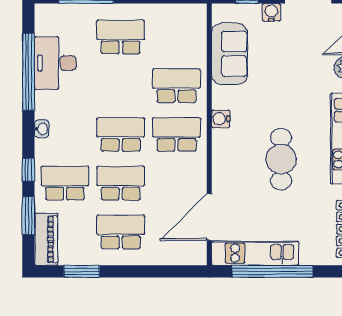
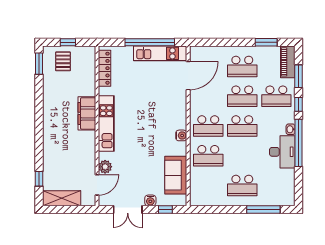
desk: (55, 63) -> (282, 152), moved
window: (28, 72) -> (299, 143), moved
cafe table: (281, 159) -> (144, 111), removed

